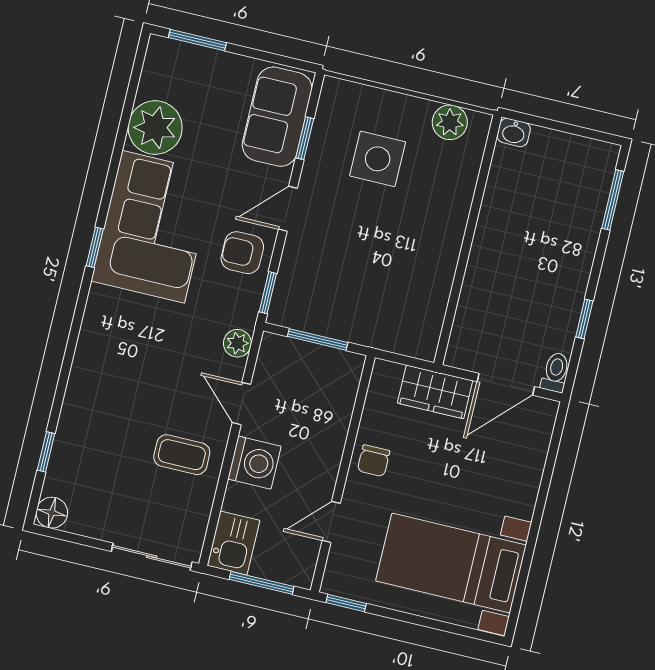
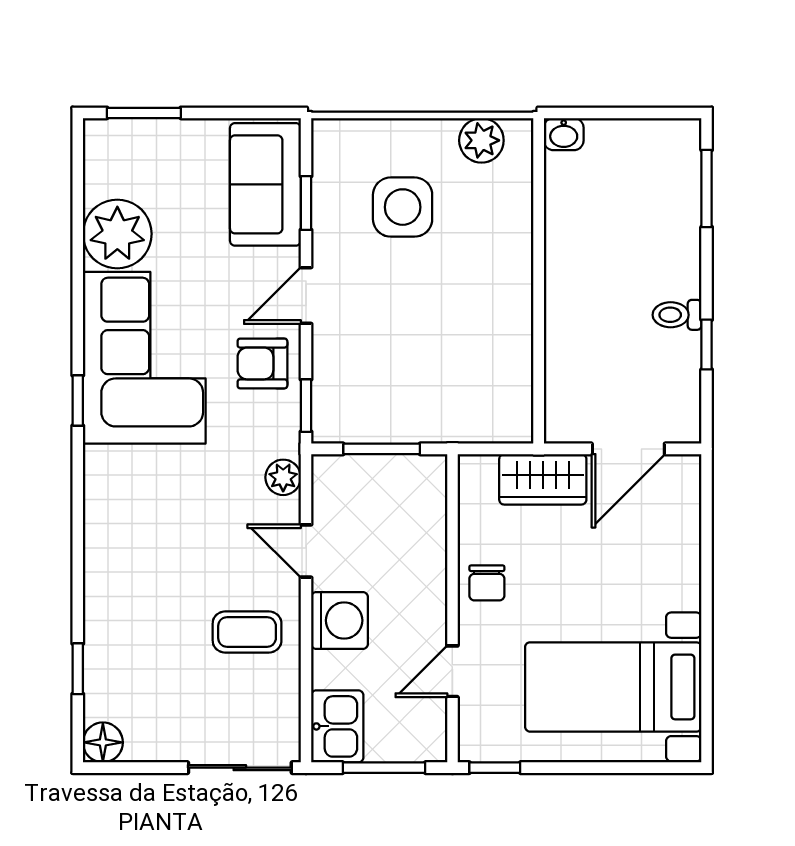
toilet: (555, 372) -> (677, 315), moved, turned -90

